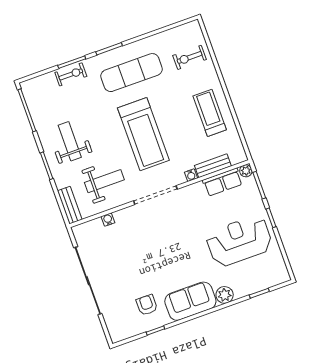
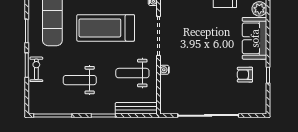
treadmill: (143, 134) -> (106, 28), turned 180
weight bench: (70, 141) -> (80, 80), moved
weight bench: (104, 181) -> (132, 73), turned -90
bench: (70, 205) -> (136, 108), width x1.36
water cooler: (108, 220) -> (165, 70), moved

